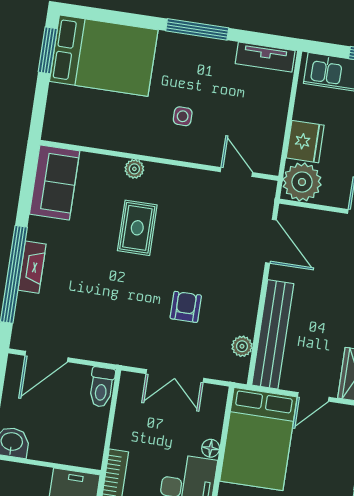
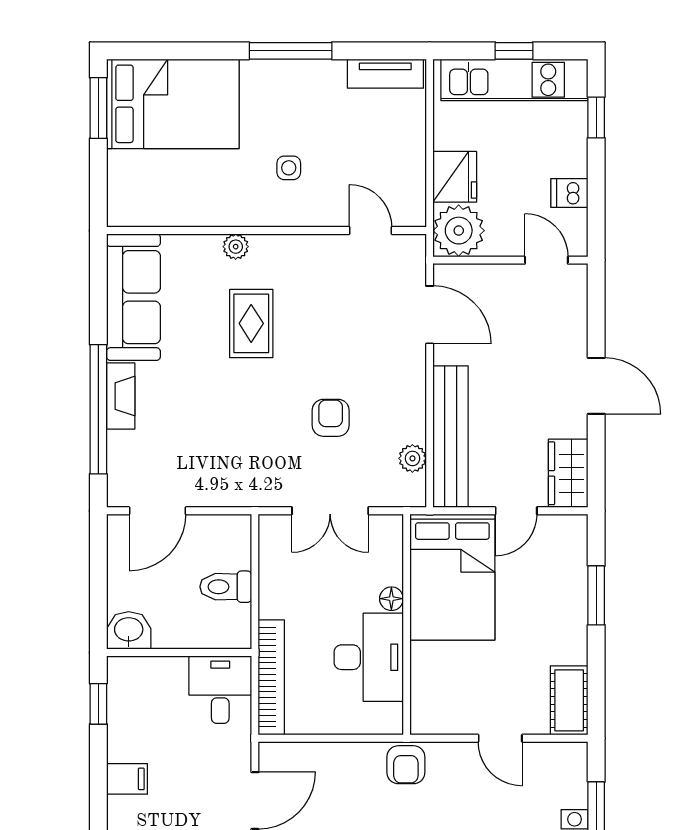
sofa: (55, 182) -> (133, 297), width x1.36
toilet: (102, 387) -> (226, 587), moved, turned 90

